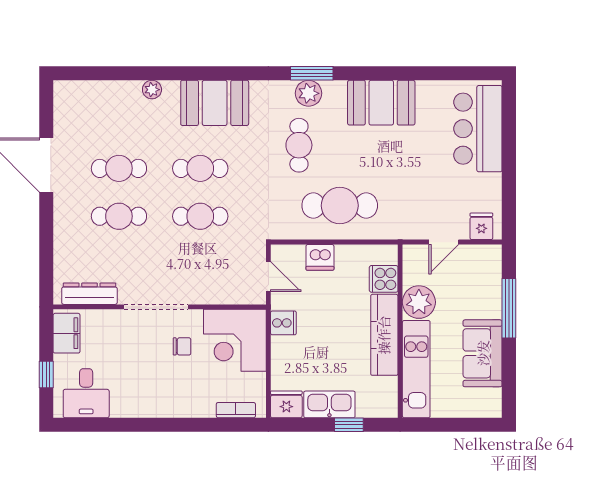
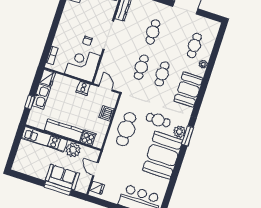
booth: (381, 103) -> (163, 155), width x1.36, depth x1.42
cafe table: (119, 168) -> (194, 45), moved
door: (268, 277) -> (105, 88), swing flipped
sofa: (483, 353) -> (62, 177), moved

